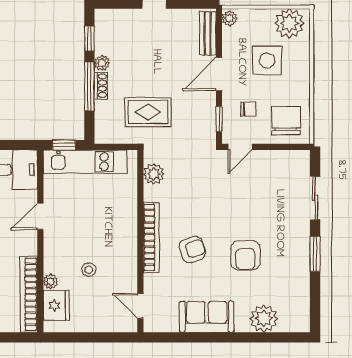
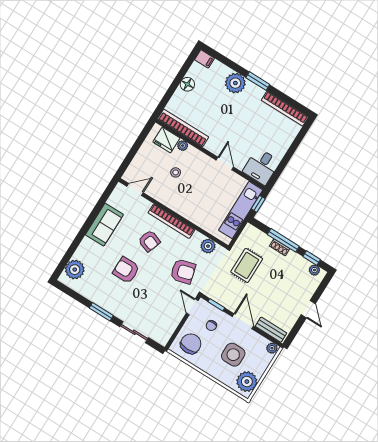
plant: (102, 63) -> (314, 270), moved
chair: (286, 121) -> (191, 344), turned -90
armchair: (204, 185) -> (183, 271), added
armchair: (192, 249) -> (149, 241), turned -52
plant: (264, 319) -> (75, 270), moved

